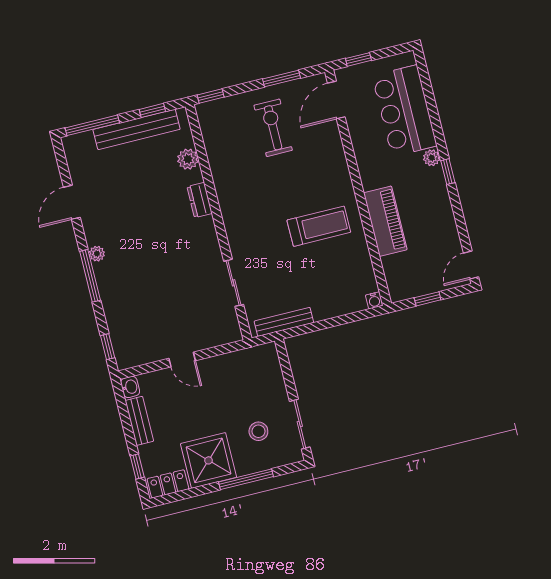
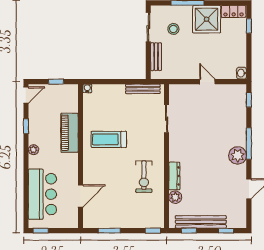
window: (358, 59) -> (41, 231), moved
door: (336, 100) -> (80, 196), moved
window: (92, 125) -> (226, 231), width x0.46
exercise bike: (273, 128) -> (144, 177), moved
plant: (432, 158) -> (33, 150), moved
window: (448, 172) -> (26, 126), moved
dresser: (200, 200) -> (174, 176), width x1.44
plant: (97, 254) -> (238, 155), width x1.88, depth x1.88
bench: (139, 421) -> (156, 57), moved

